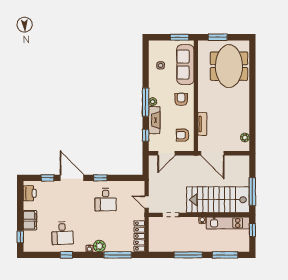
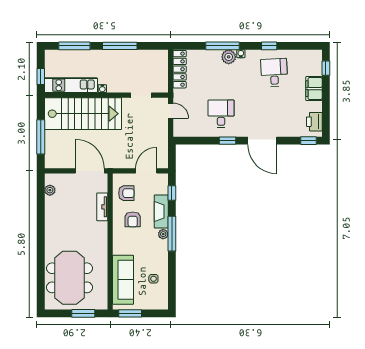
armchair: (181, 99) -> (133, 219), moved
window: (48, 178) -> (308, 141), moved
window: (252, 192) -> (41, 137), moved
window: (118, 255) -> (222, 46), moved

